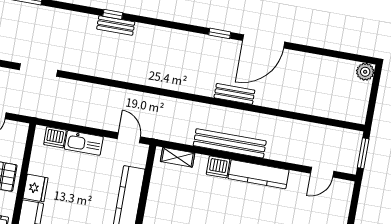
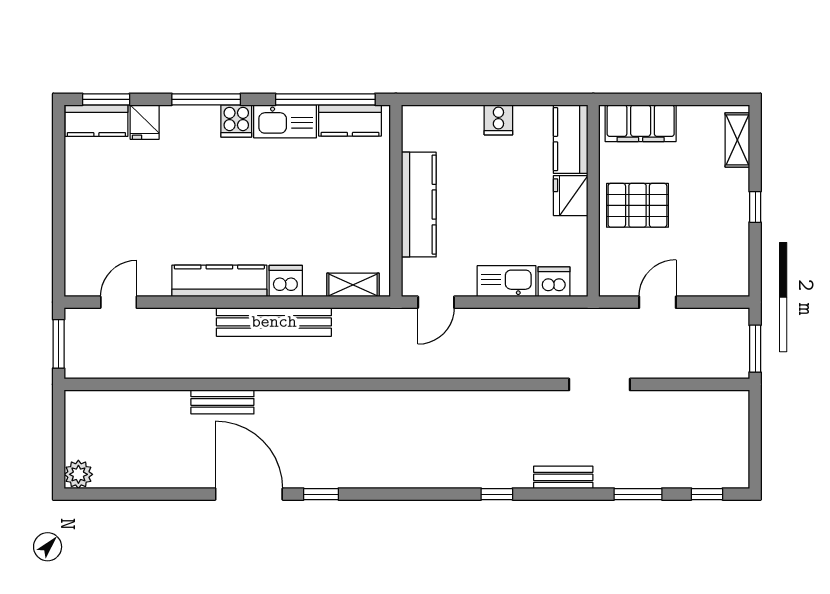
bench: (116, 25) -> (563, 477), moved
door: (264, 41) -> (249, 494), hinge flipped
bench: (234, 94) -> (222, 402), moved
door: (129, 138) -> (436, 302), hinge flipped

